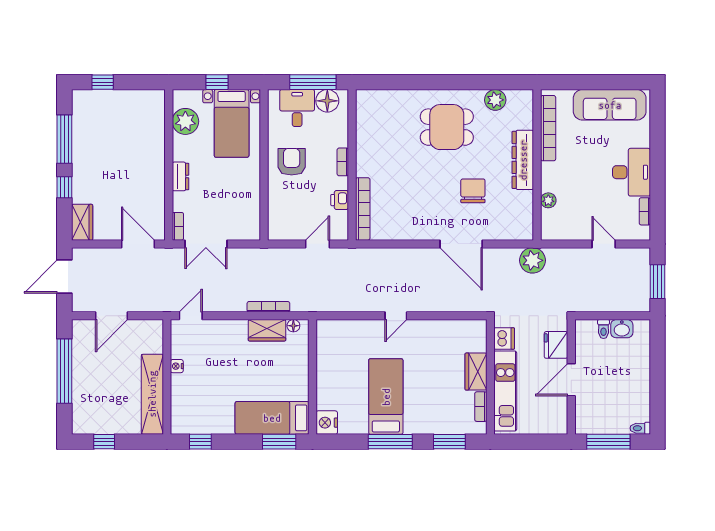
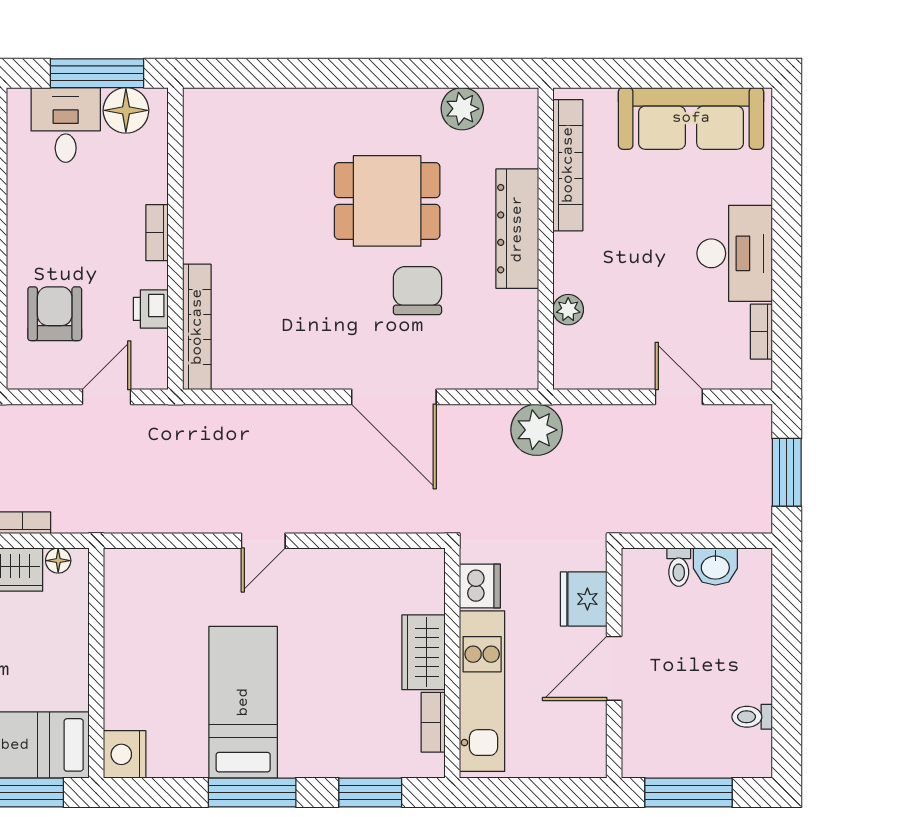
dining table: (447, 127) -> (387, 201), moved
armchair: (292, 162) -> (55, 314), moved
toilet: (640, 428) -> (752, 717), moved

